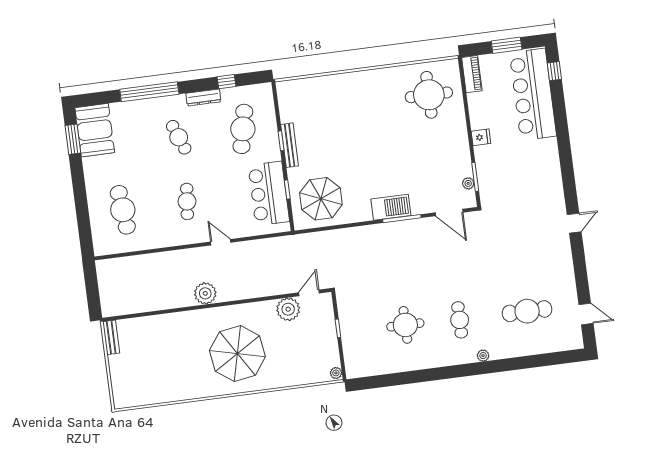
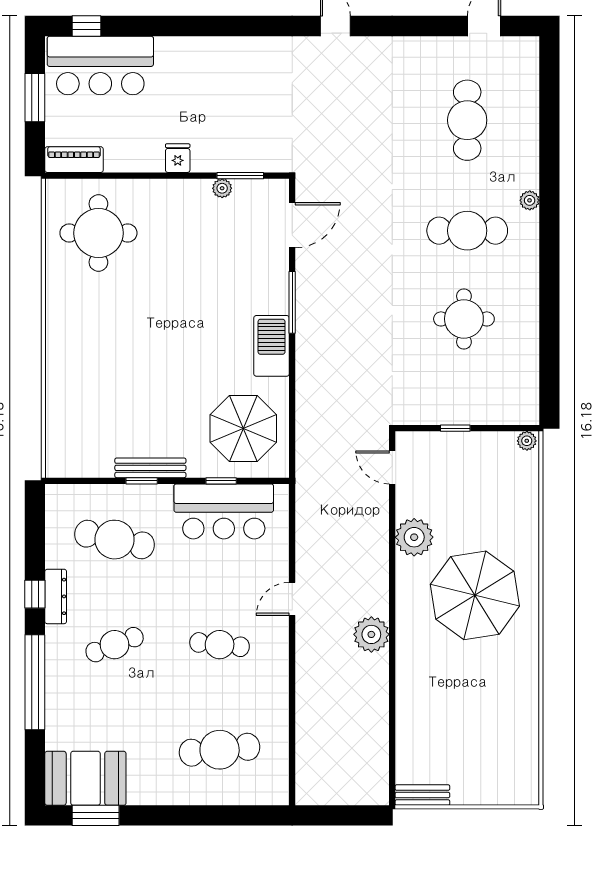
window: (227, 82) -> (35, 594), moved
bar counter: (533, 94) -> (100, 65), width x0.73
plant: (468, 183) -> (222, 188), moved
barbecue: (391, 207) -> (272, 346), moved
plant: (288, 309) -> (414, 537), moved
cafe table: (460, 320) -> (467, 231), width x1.37, depth x1.35

